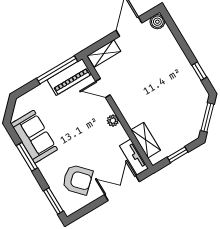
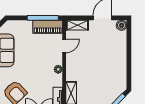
window: (199, 71) -> (129, 71), removed
door: (103, 88) -> (64, 46), swing flipped

